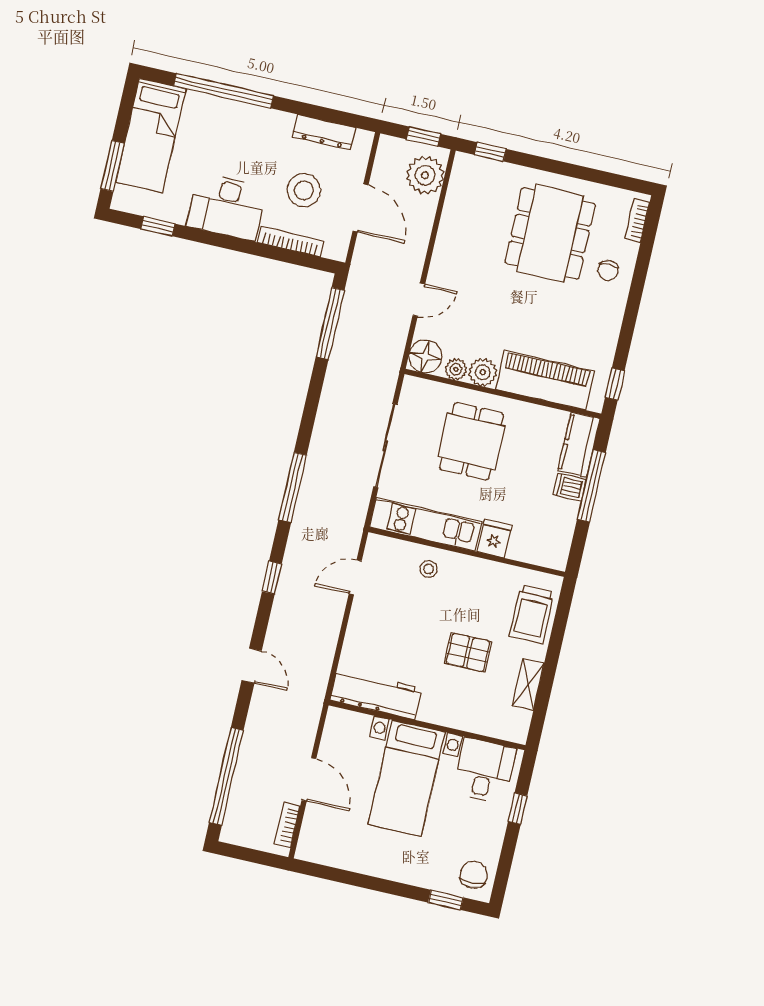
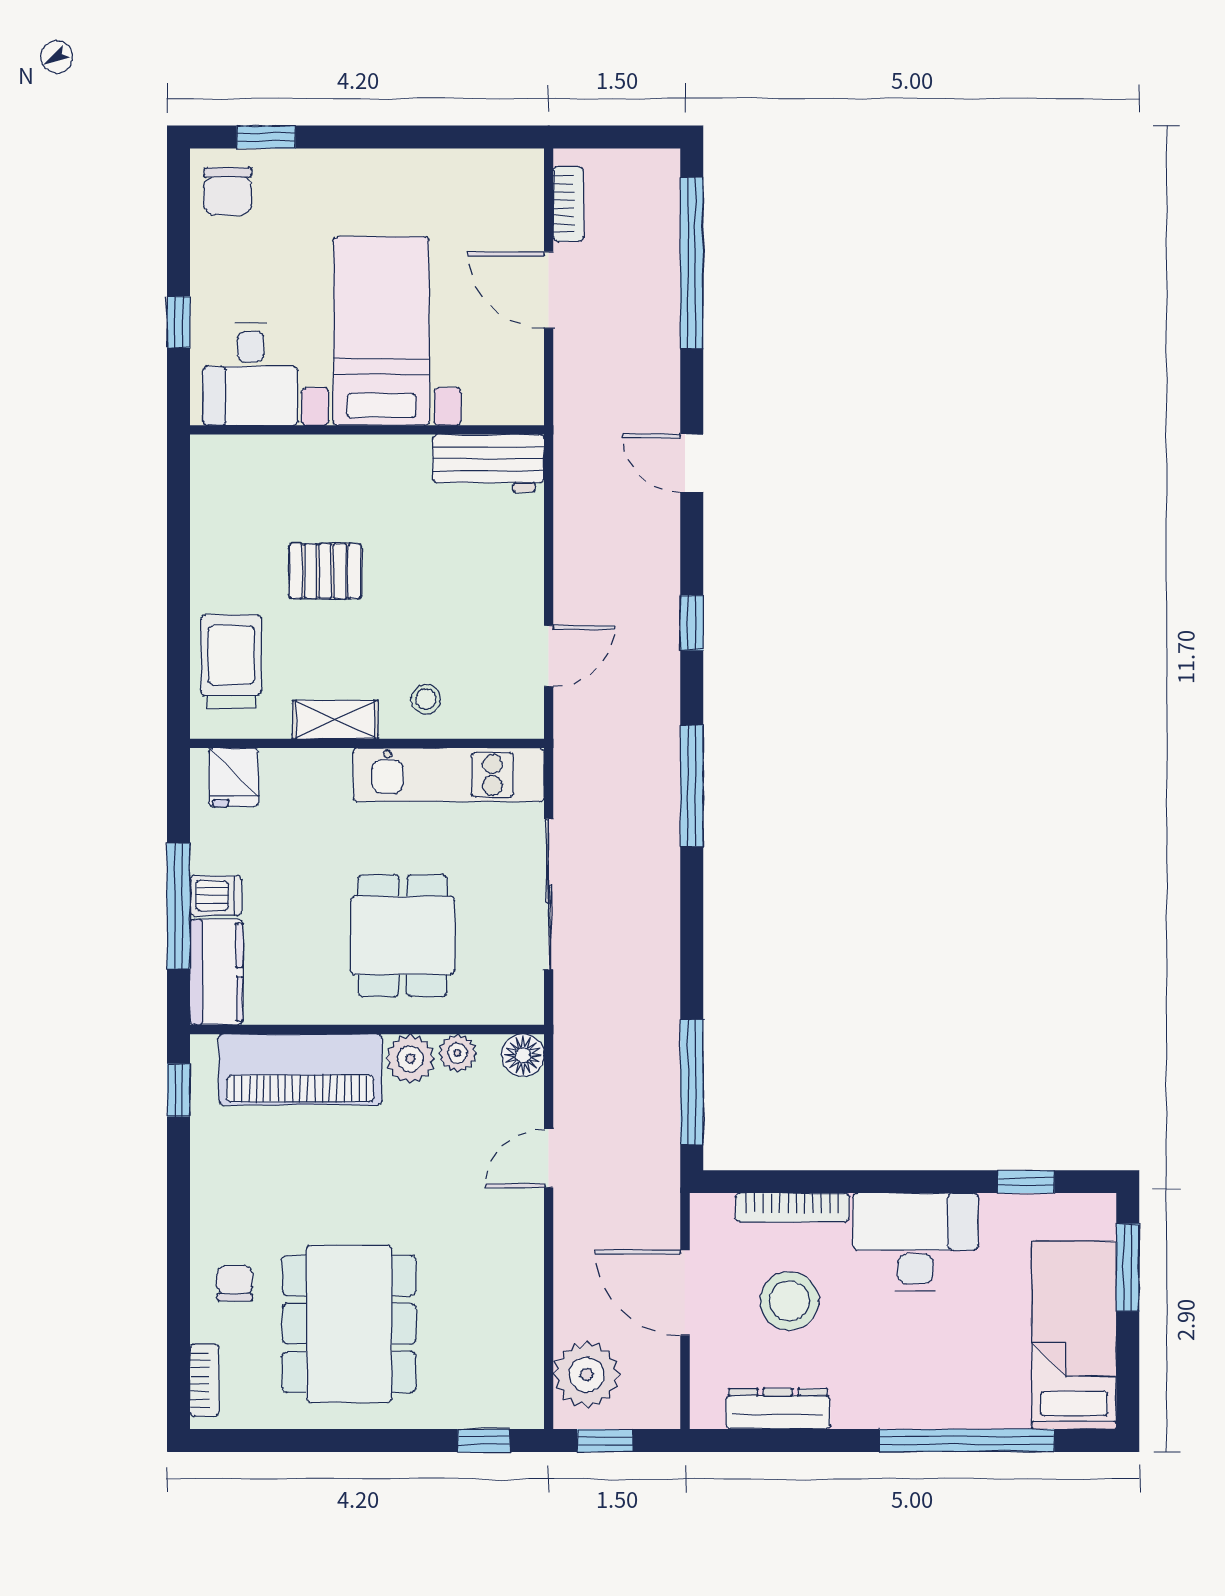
floor lamp: (425, 356) -> (523, 1055), width x0.73, depth x0.73
fridge: (494, 539) -> (234, 777), moved
shelving: (528, 684) -> (335, 720), moved, turned 90
workbench: (376, 694) -> (488, 463), width x0.73

